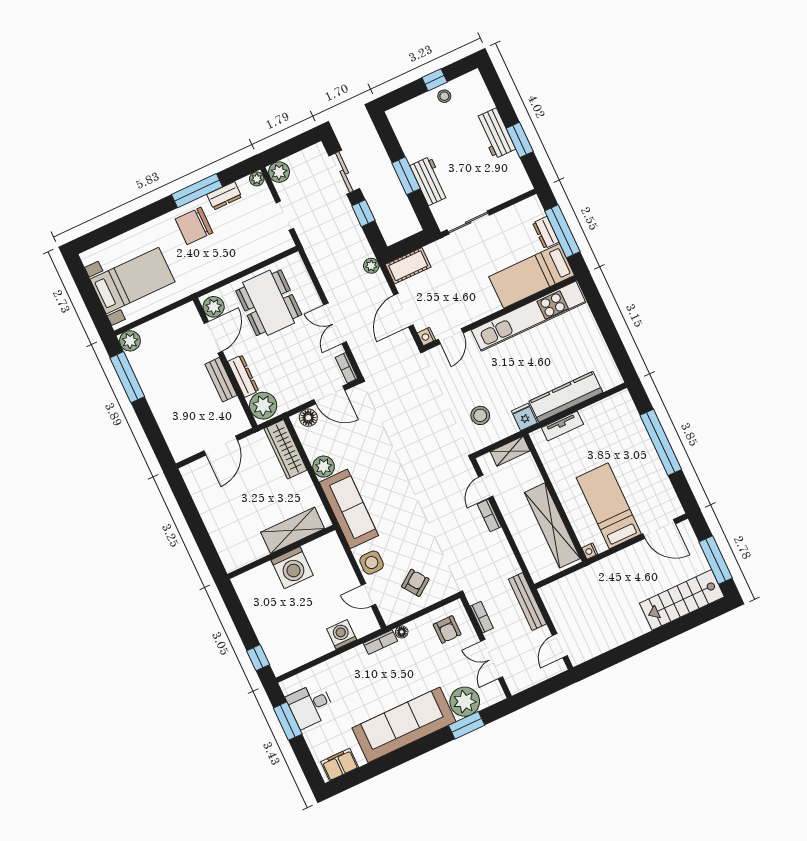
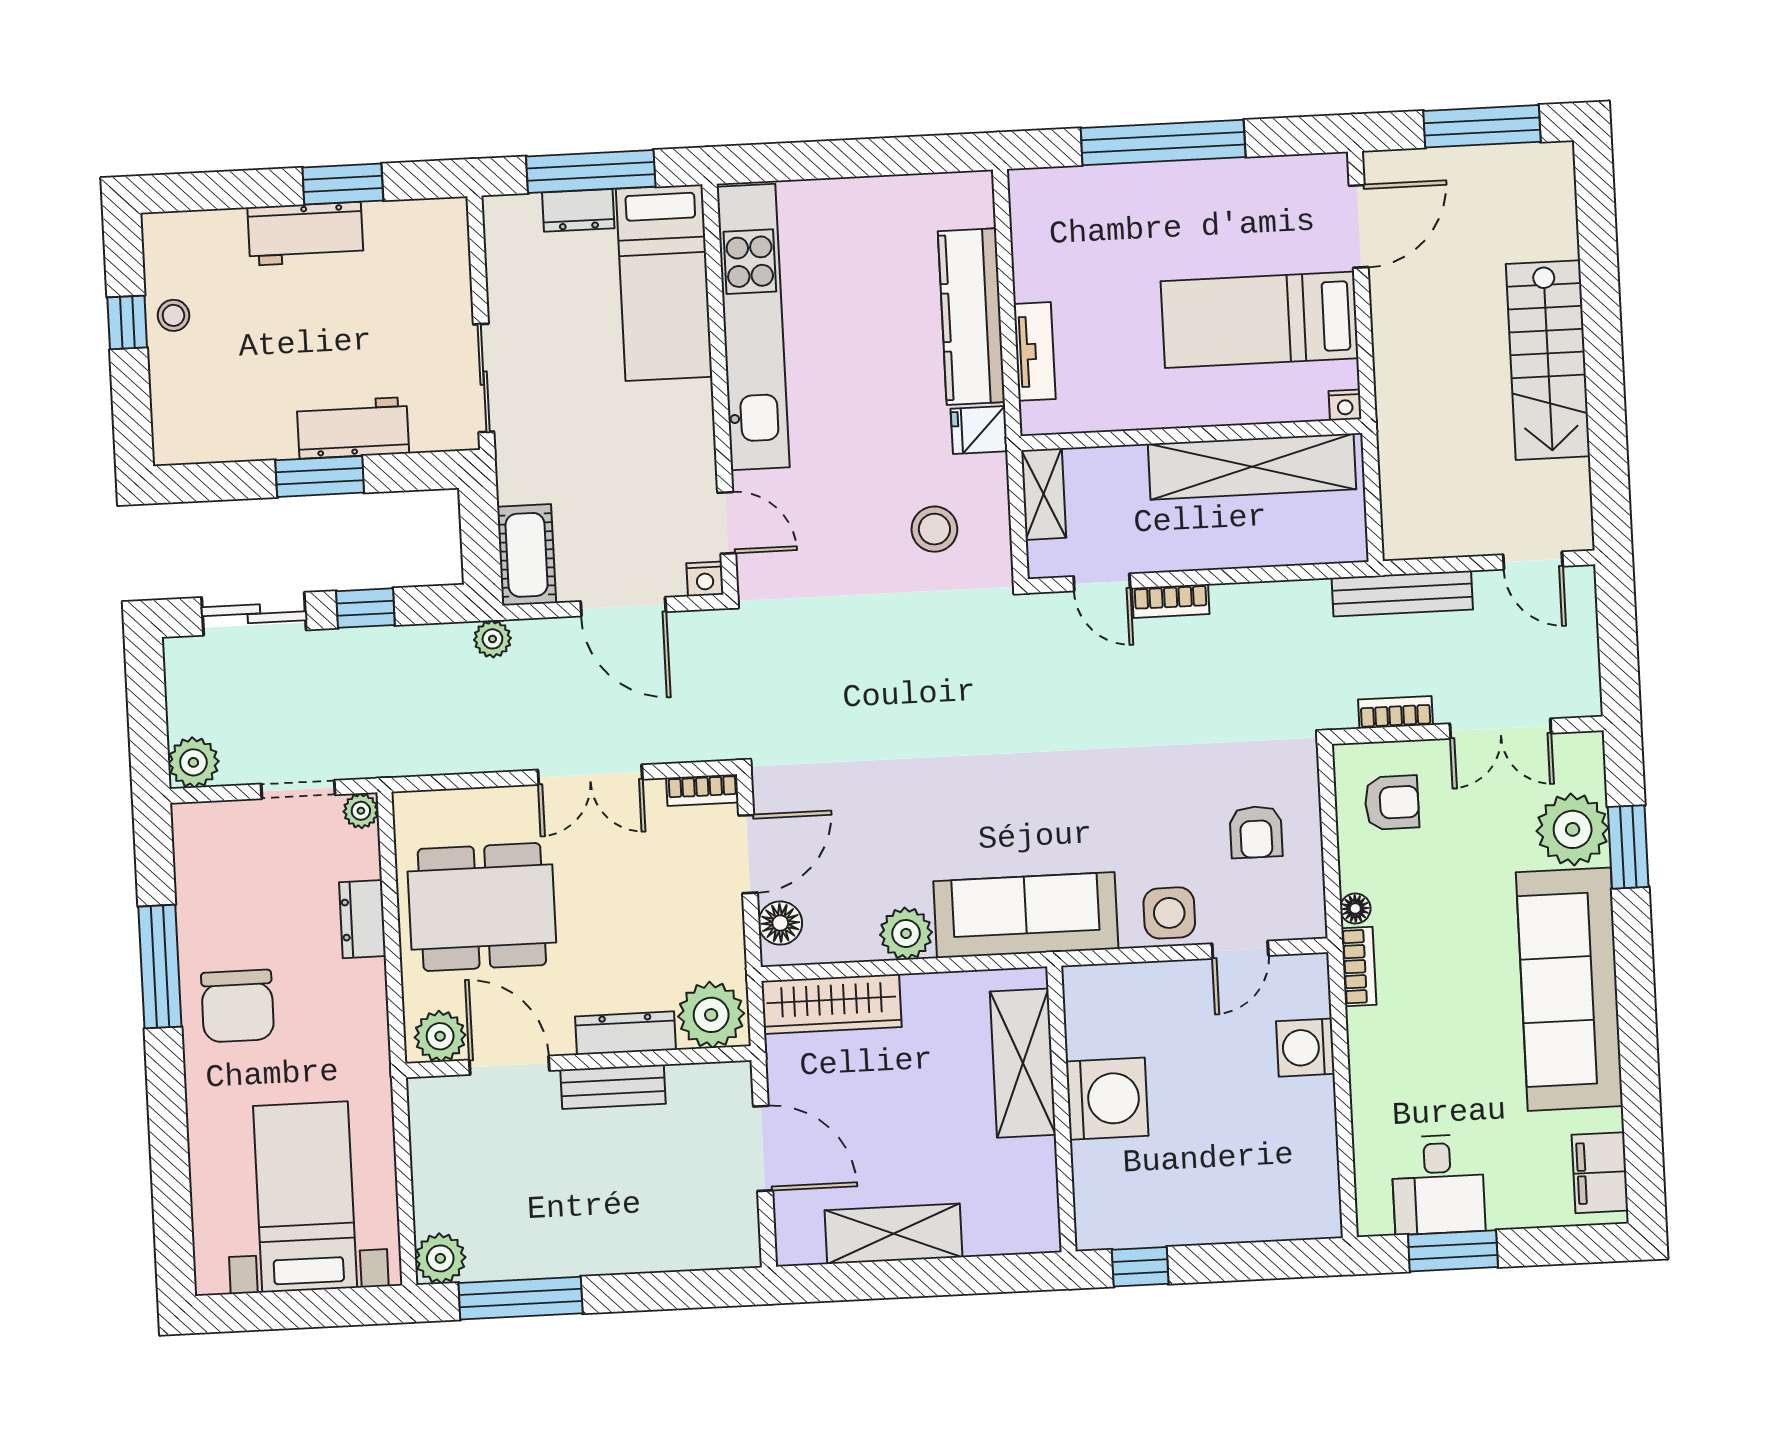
plant: (257, 179) -> (361, 811), moved
dresser: (224, 196) -> (362, 919), moved, turned 180
shelving: (209, 508) -> (893, 1234), added
armchair: (415, 583) -> (1256, 832), turned -144
stairs: (682, 600) -> (1548, 360), moved
window: (258, 658) -> (1140, 1267), moved

